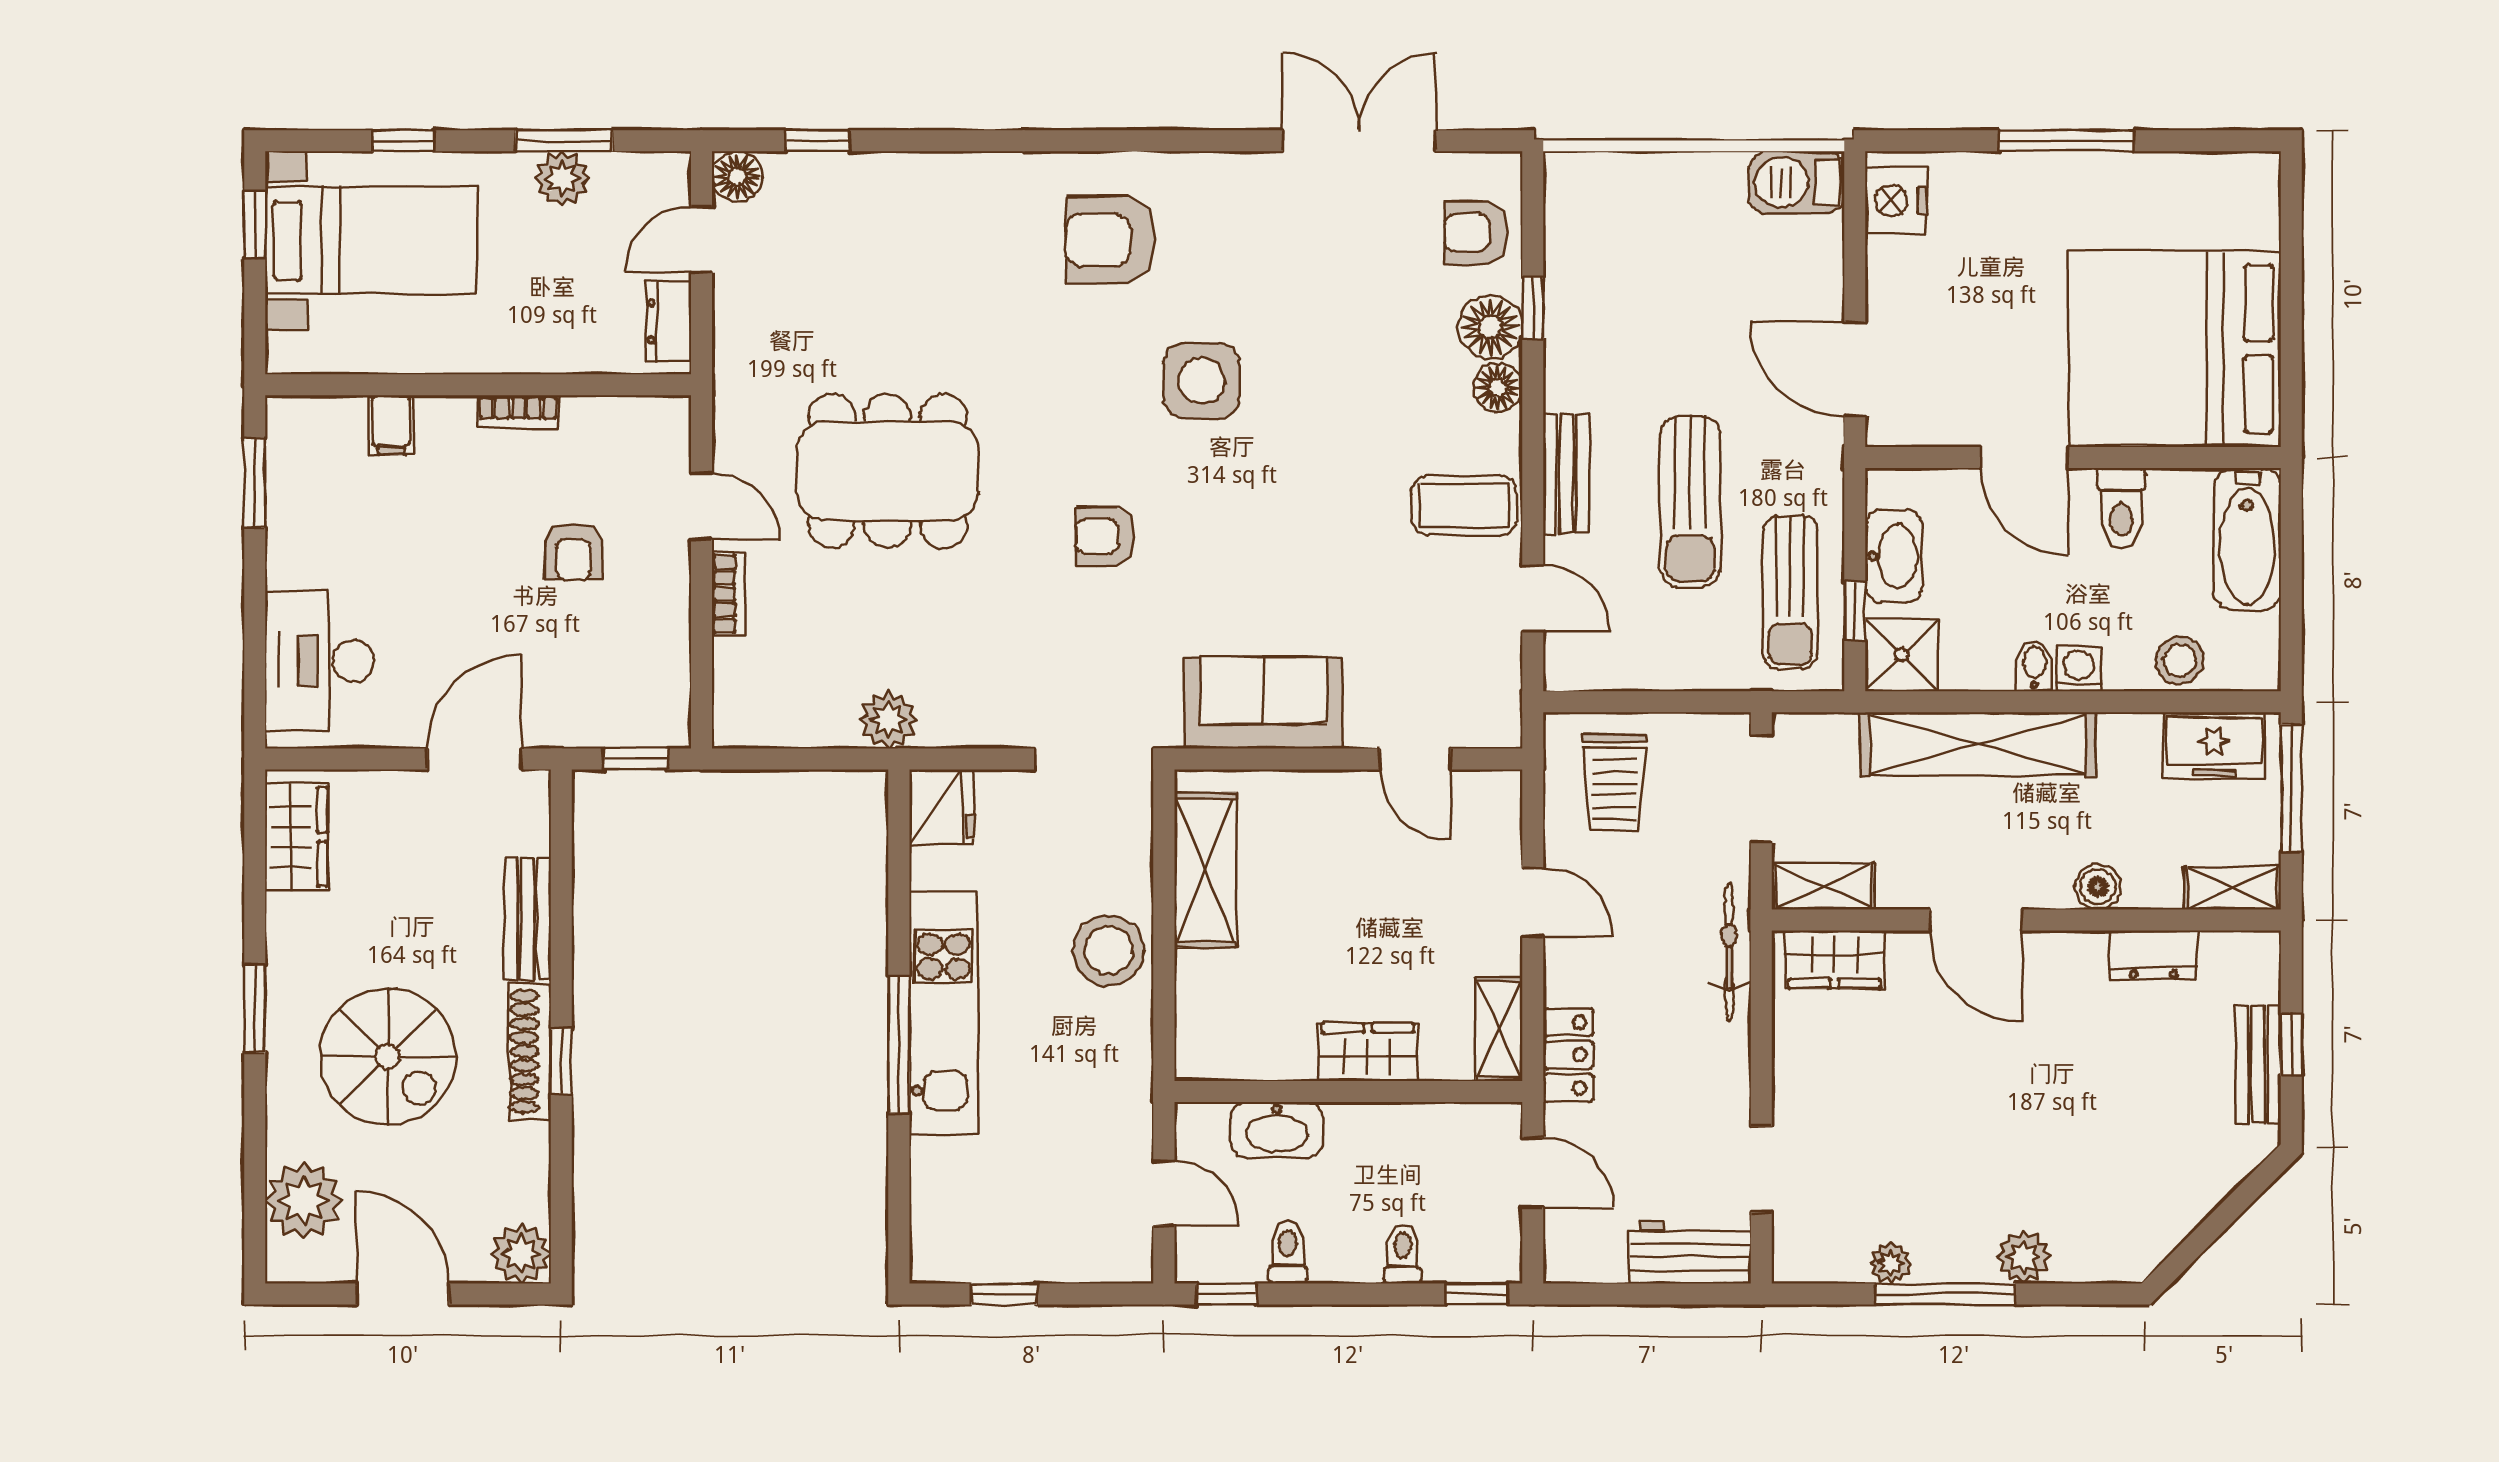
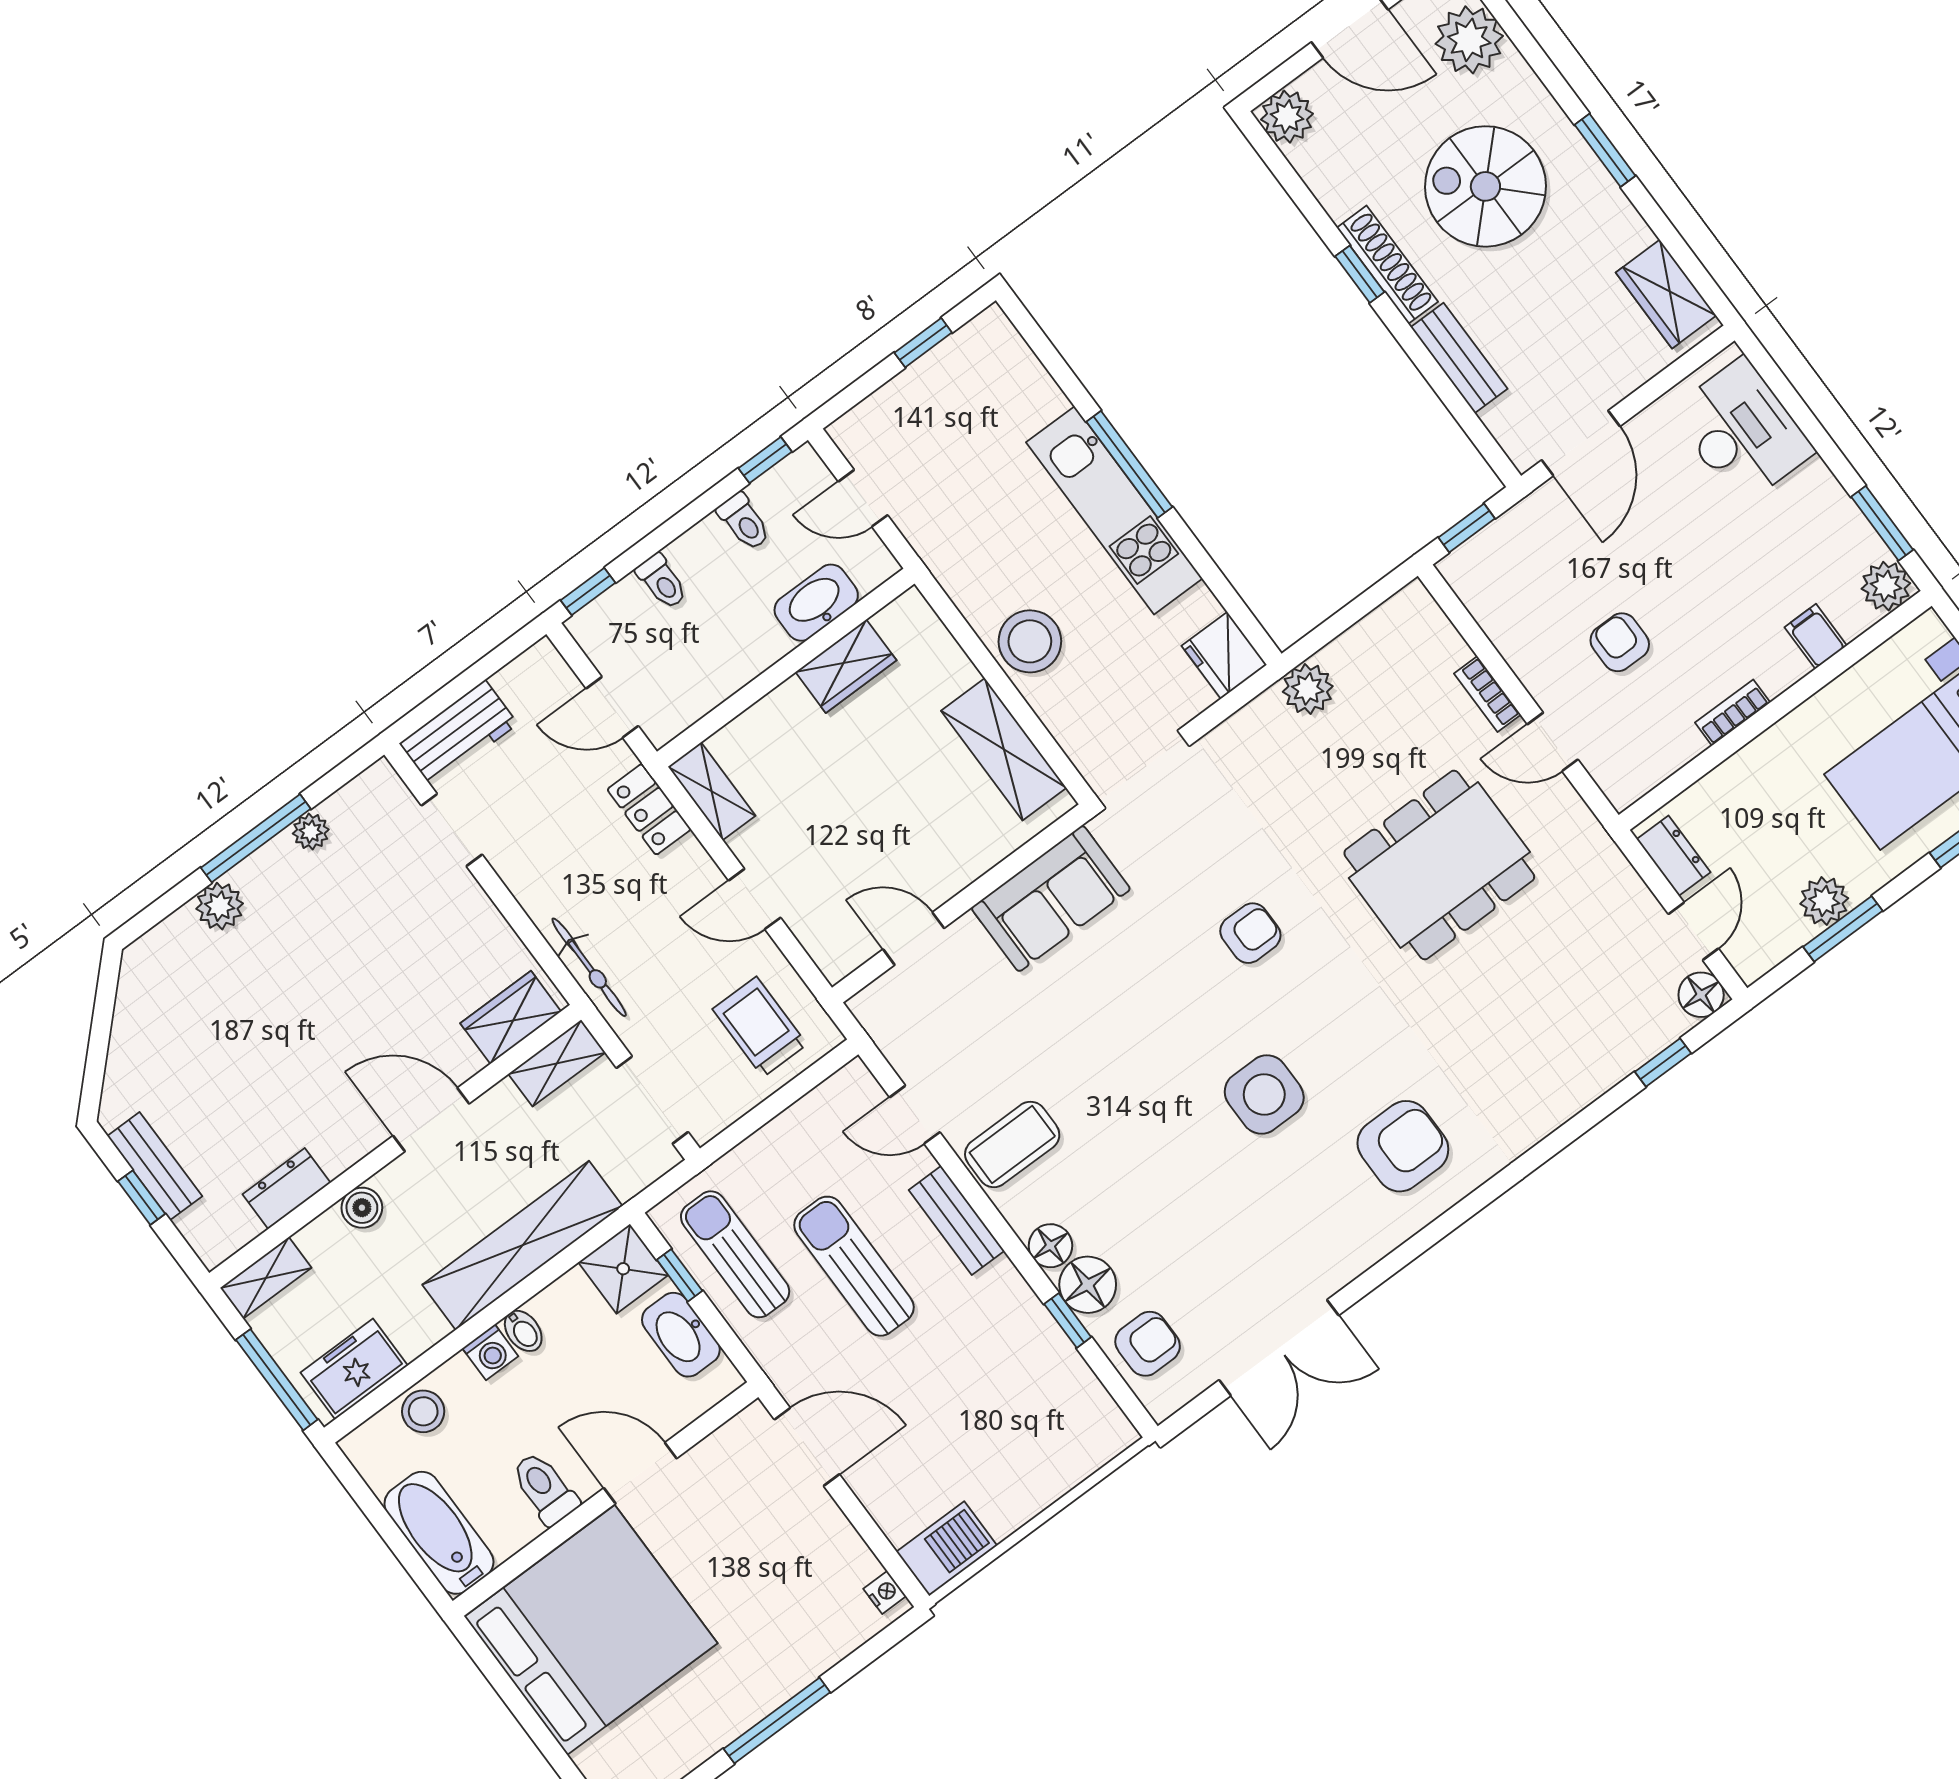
nightstand: (1896, 200) -> (885, 1592), width x0.53, depth x0.56
plant: (293, 423) -> (1886, 586), added
wardrobe: (1368, 1052) -> (846, 666), moved

